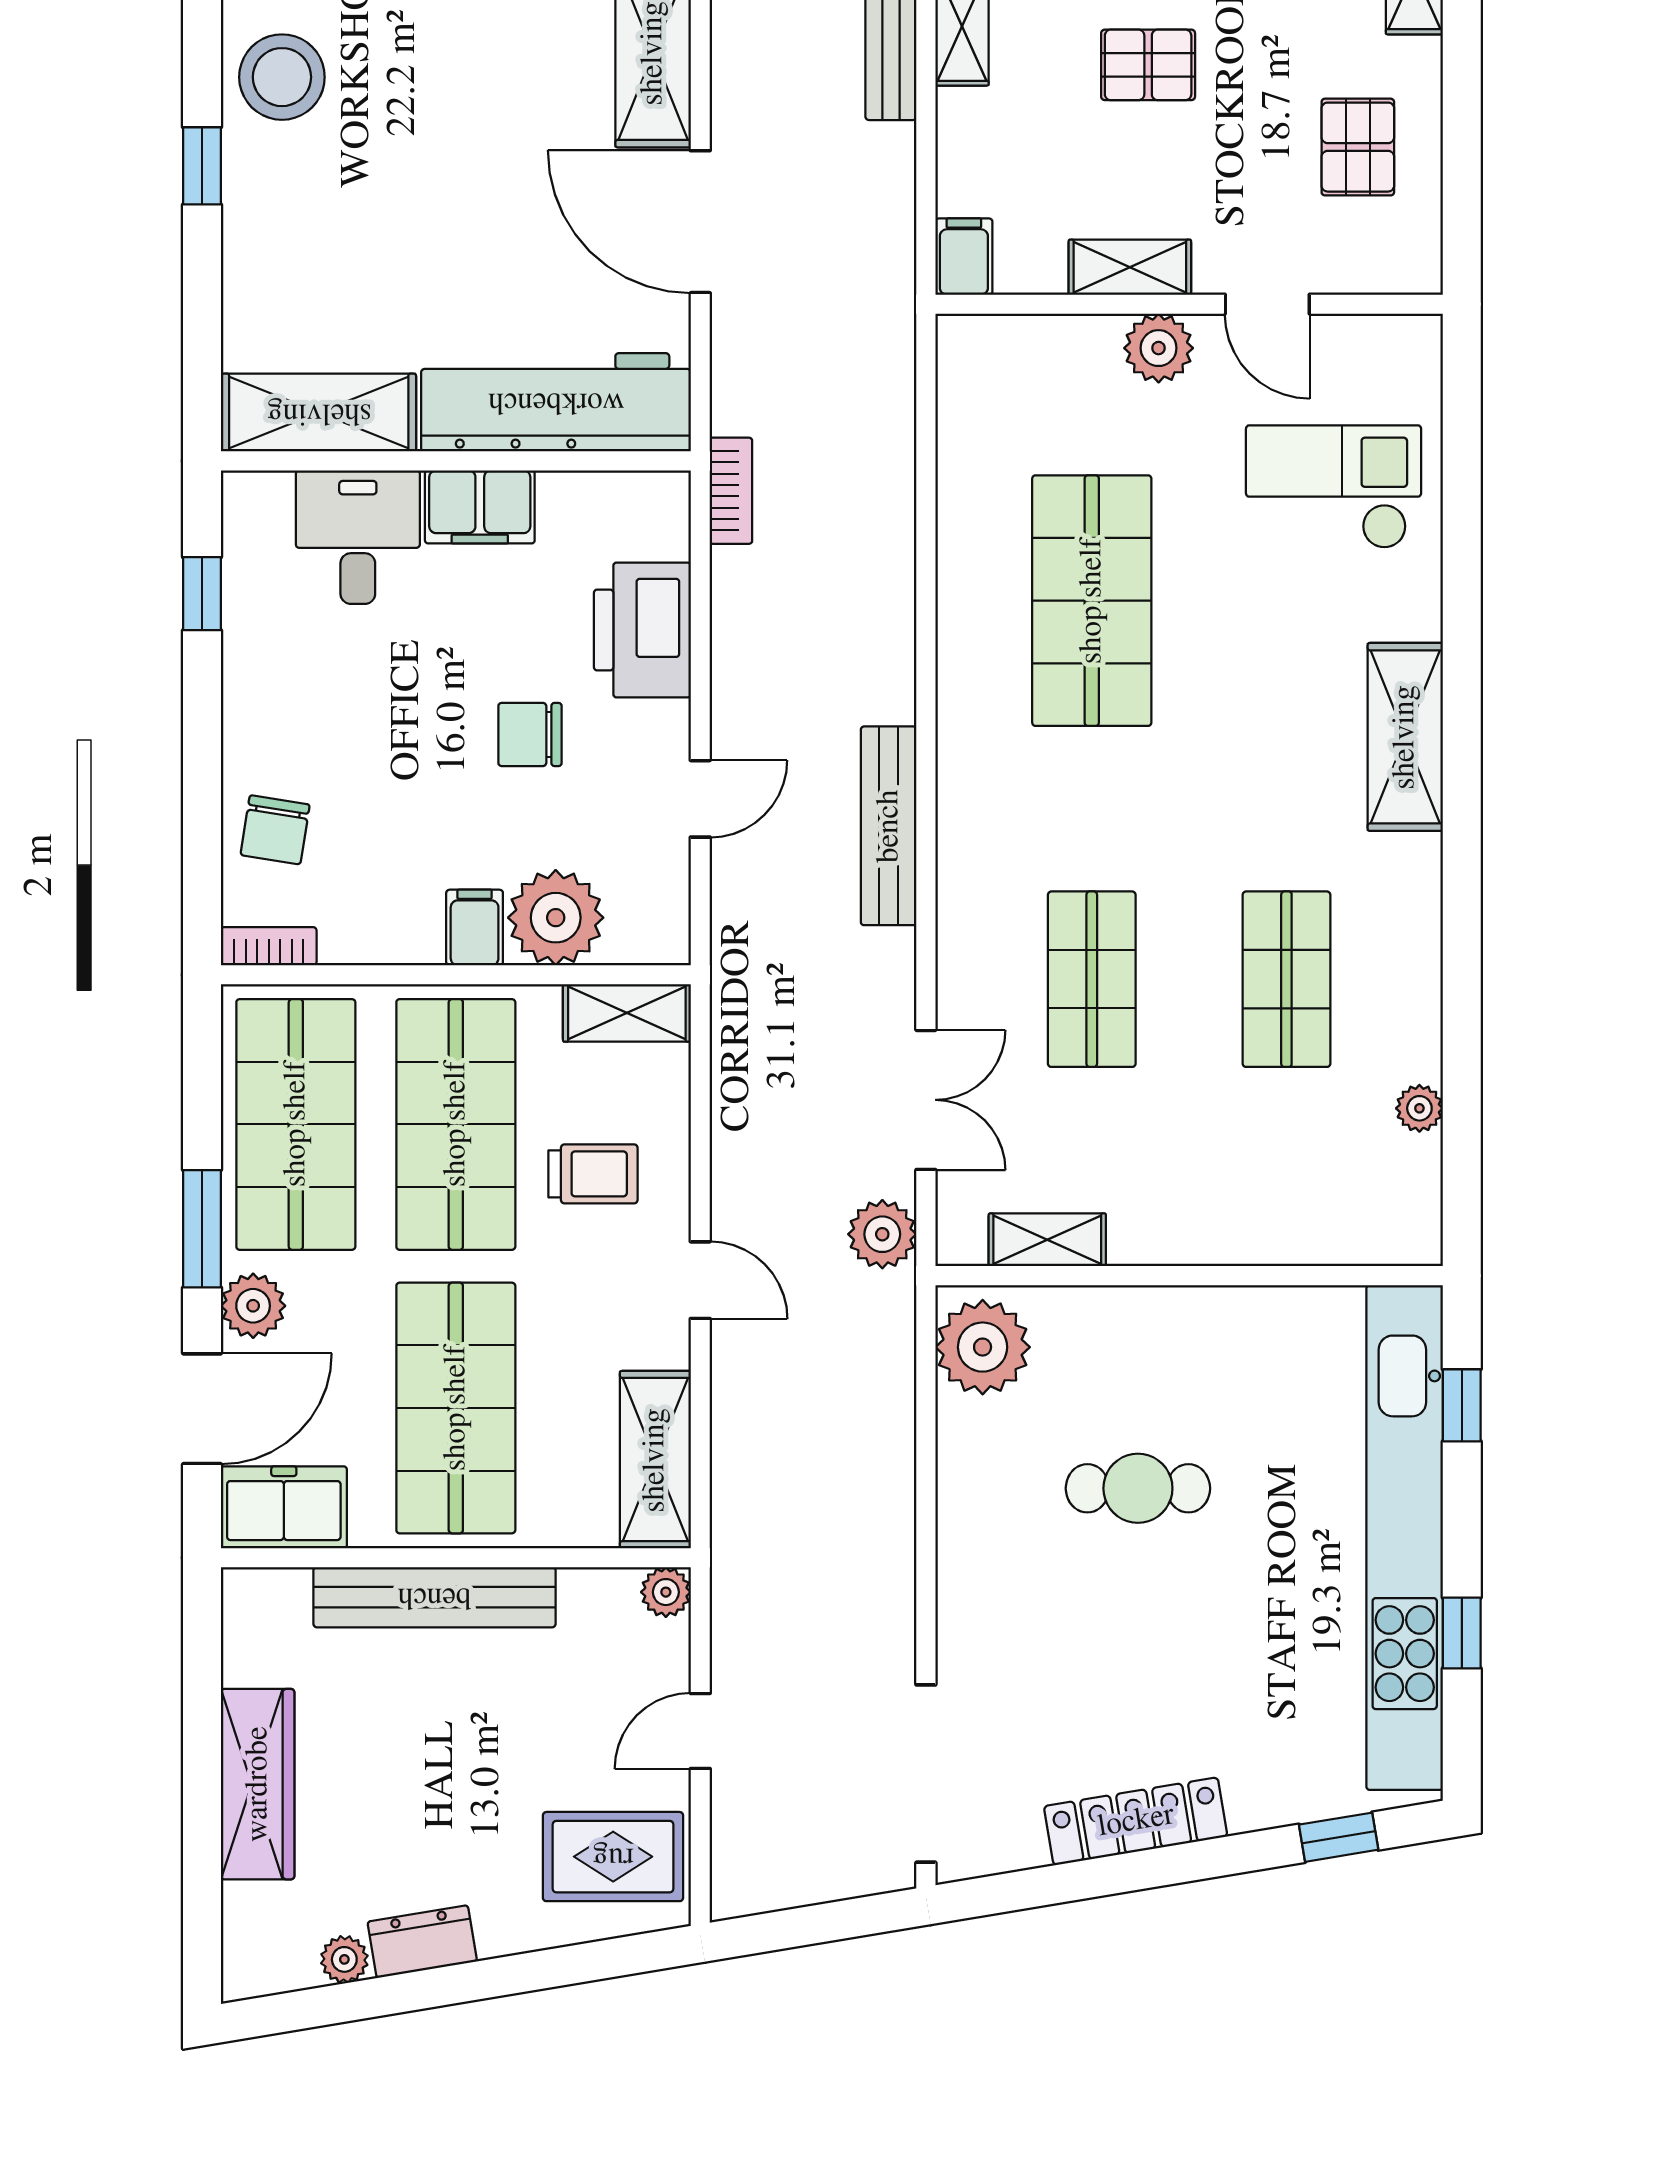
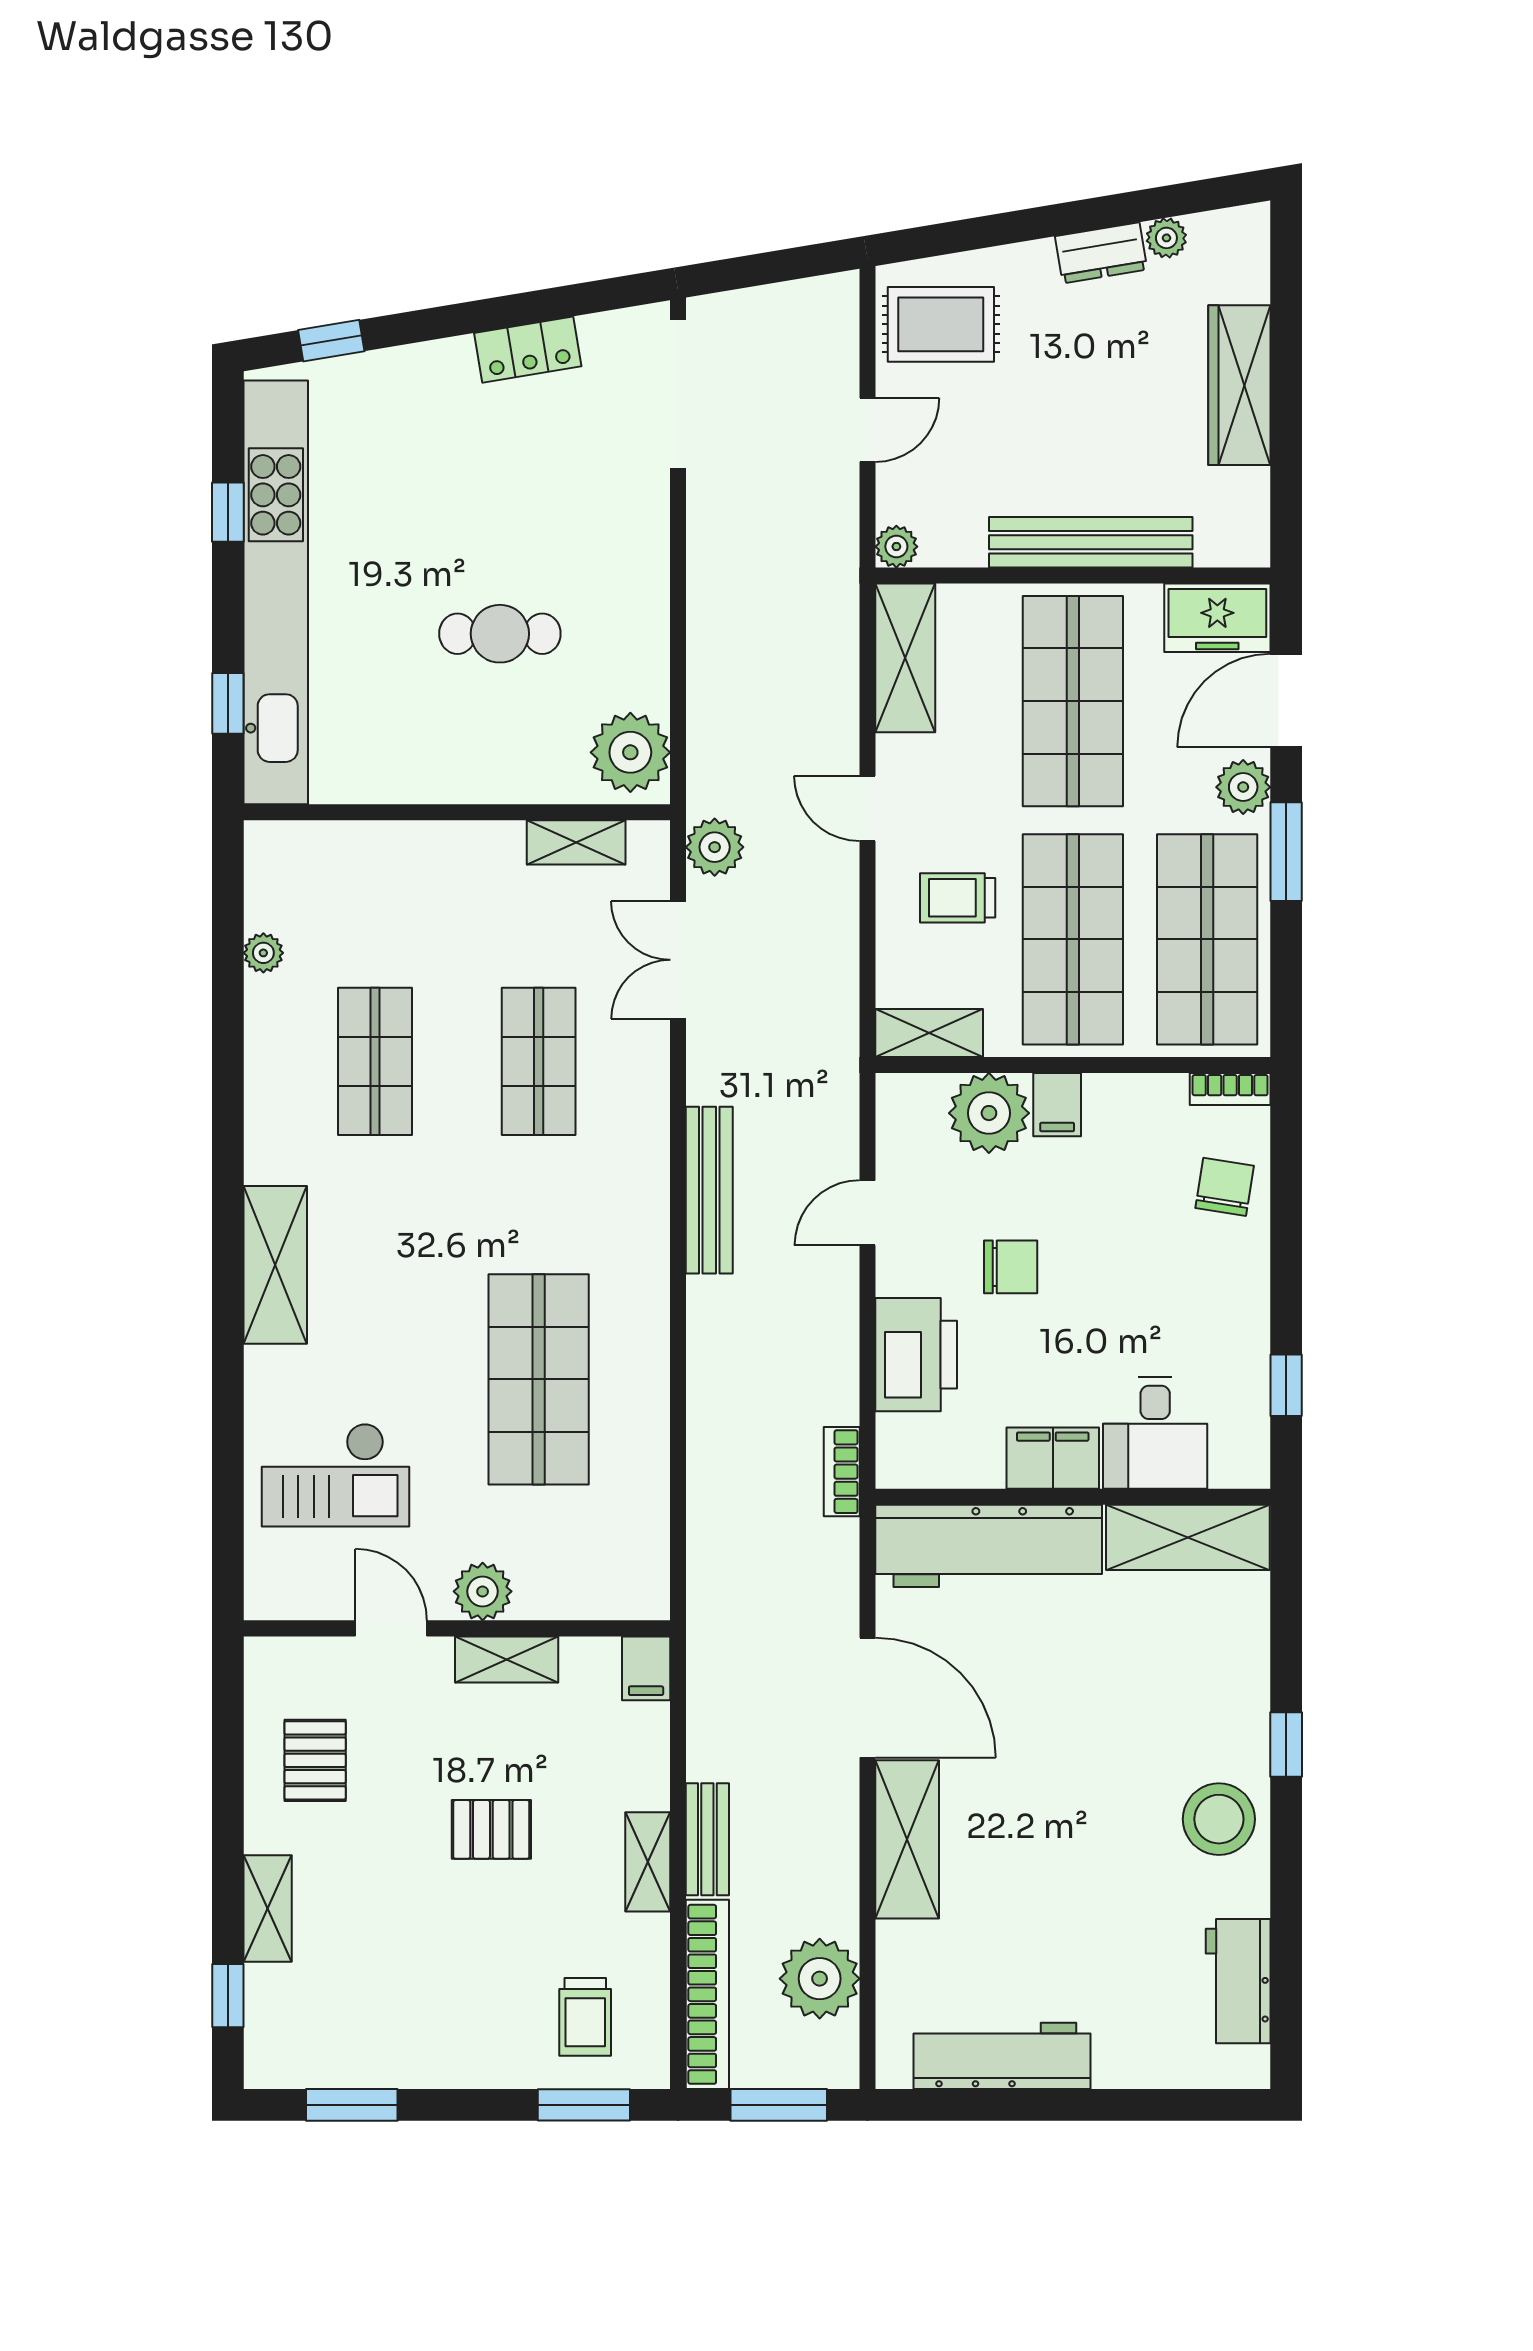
locker: (1136, 1821) -> (528, 350), width x0.66

